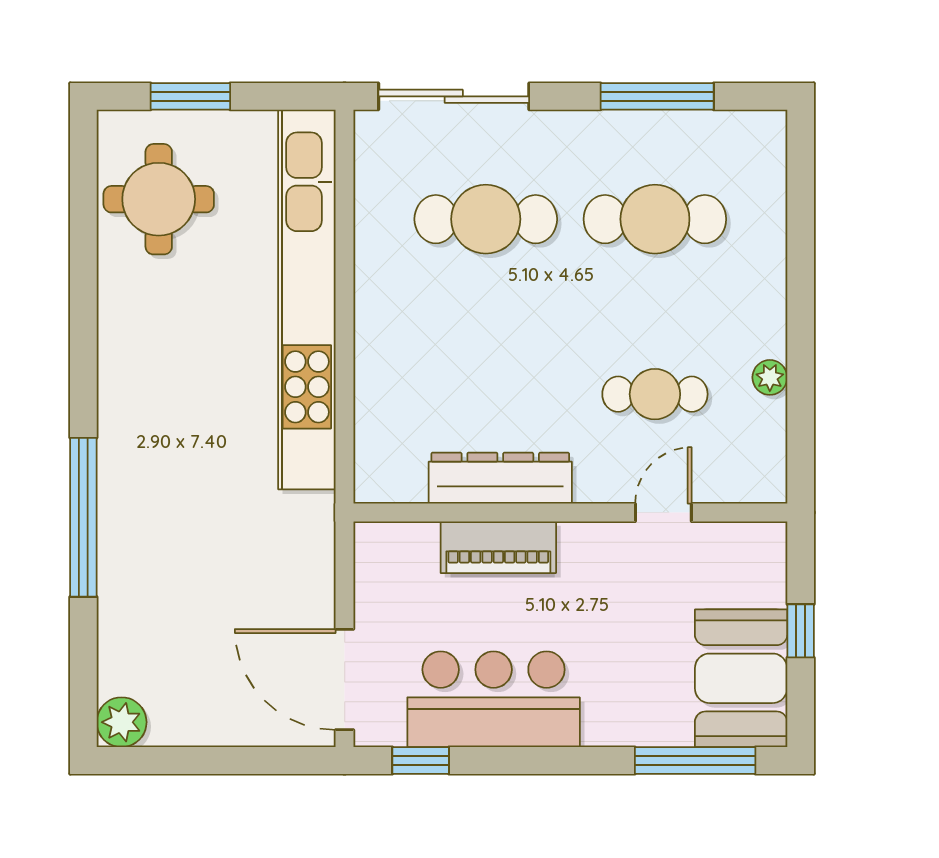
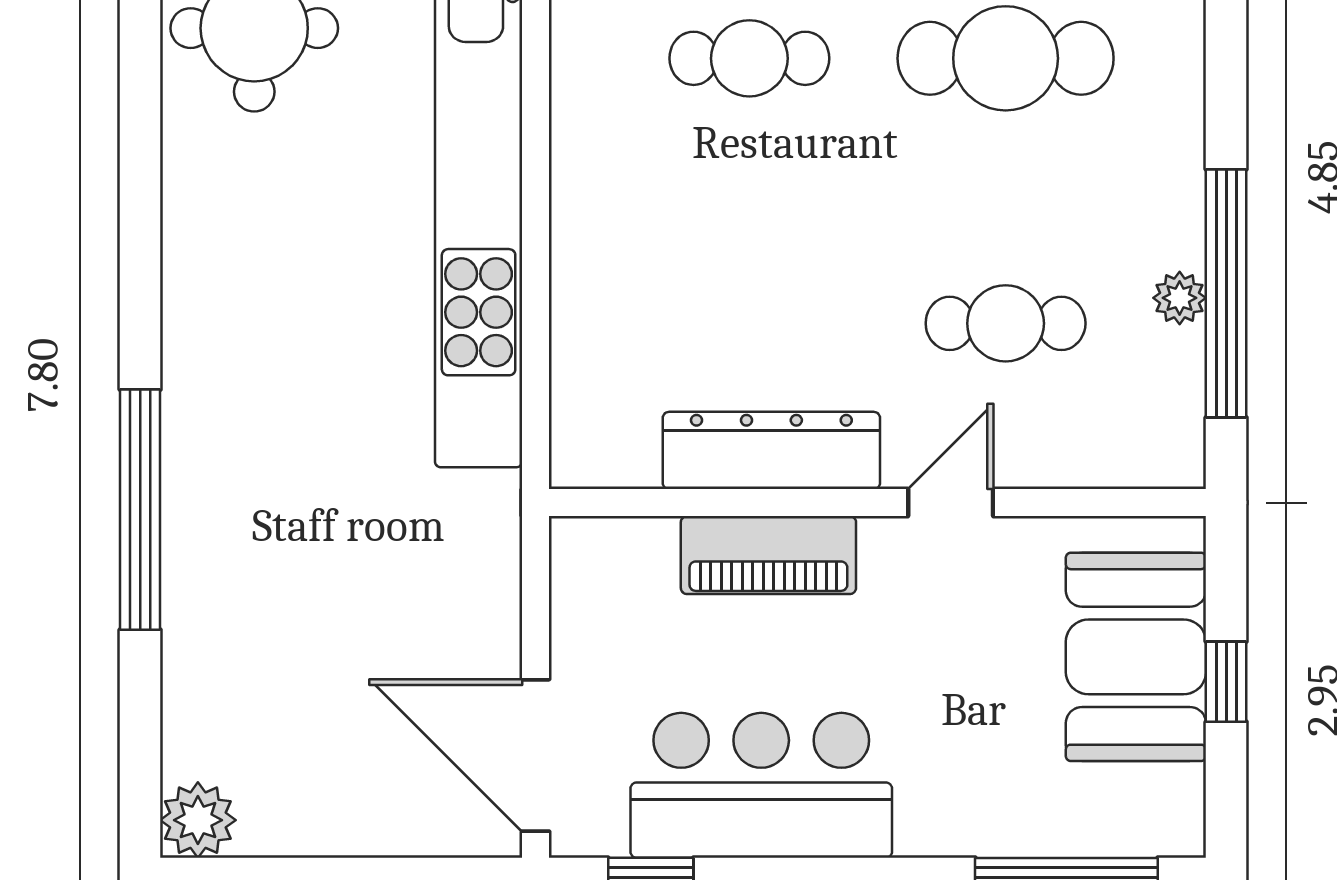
cafe table: (486, 219) -> (749, 58), width x0.73, depth x0.74
window: (801, 374) -> (1226, 293), added
door: (663, 513) -> (951, 503), moved
booth: (741, 678) -> (1136, 657), moved

